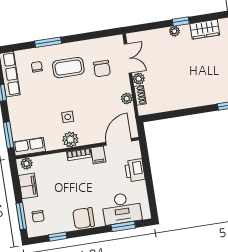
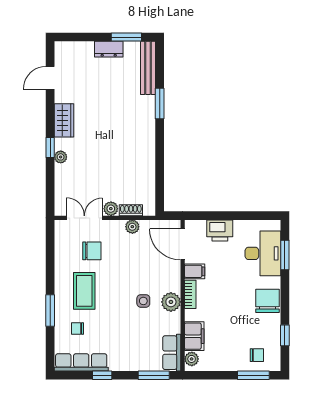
filing cabinet: (28, 186) -> (194, 336), moved, turned 90
chair: (84, 218) -> (268, 301), turned 180

